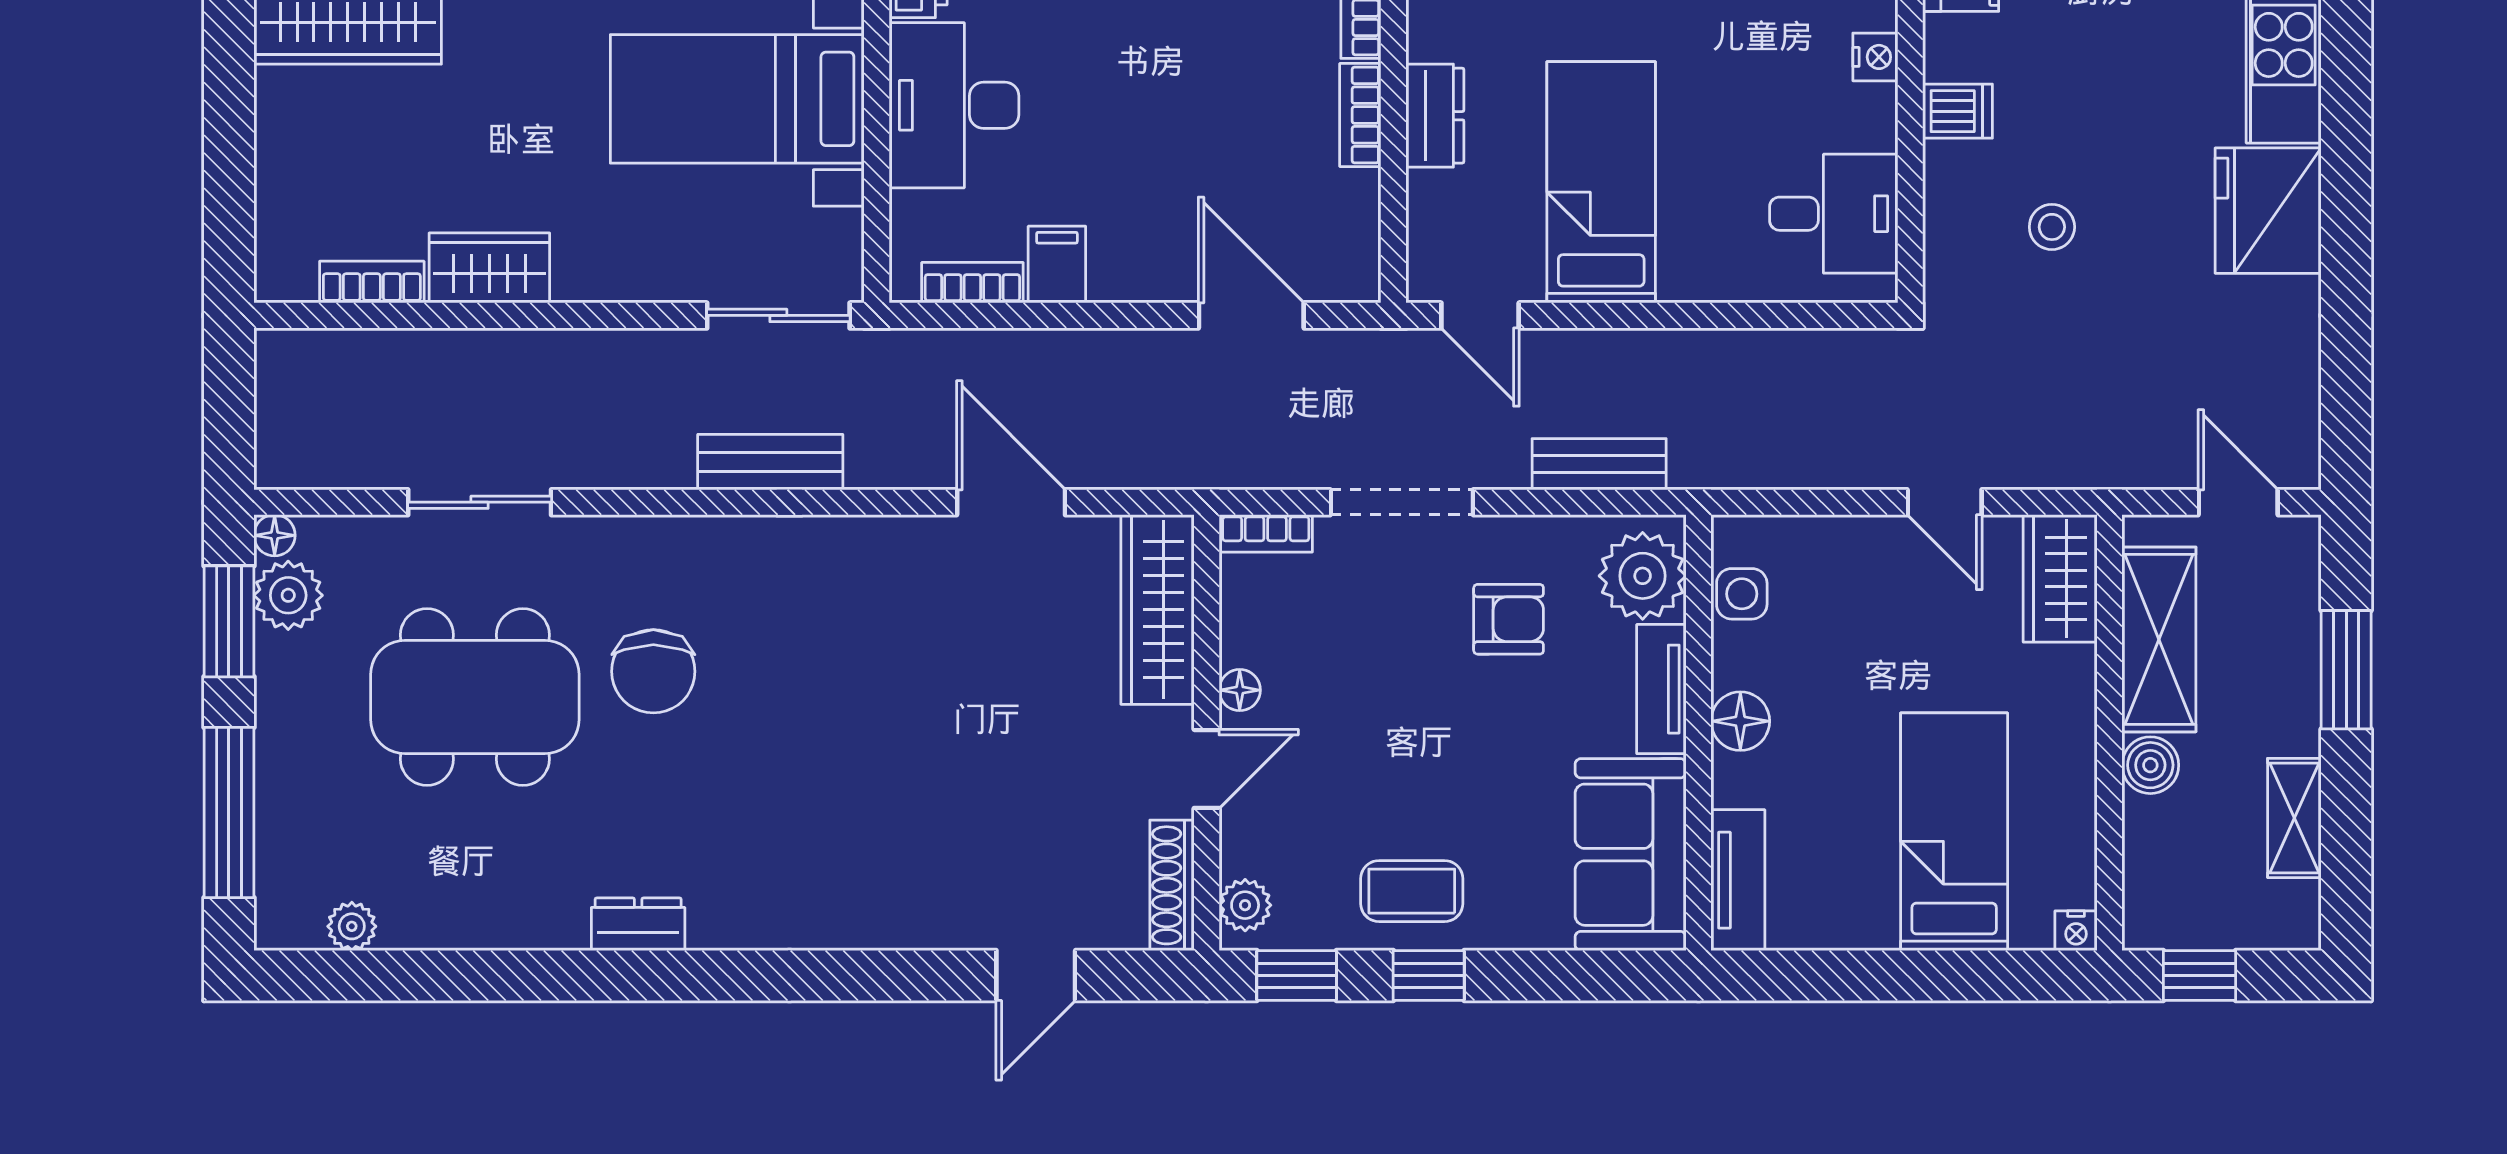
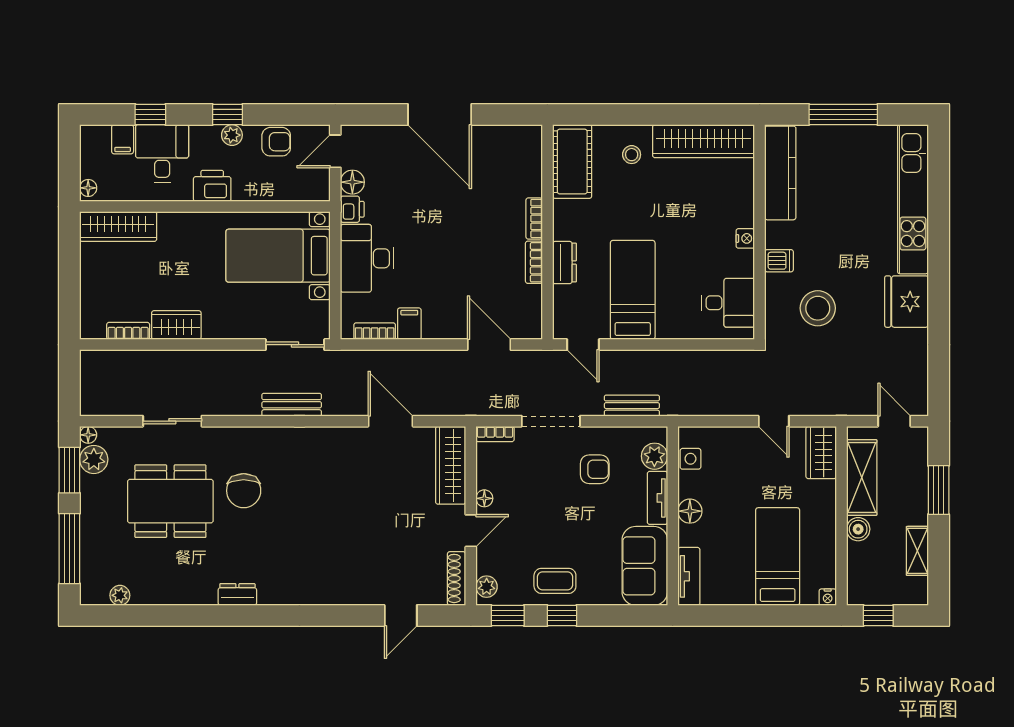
stool: (2052, 227) -> (818, 308), width x1.89, depth x1.89
plant: (1643, 576) -> (654, 456), width x0.73, depth x0.73

